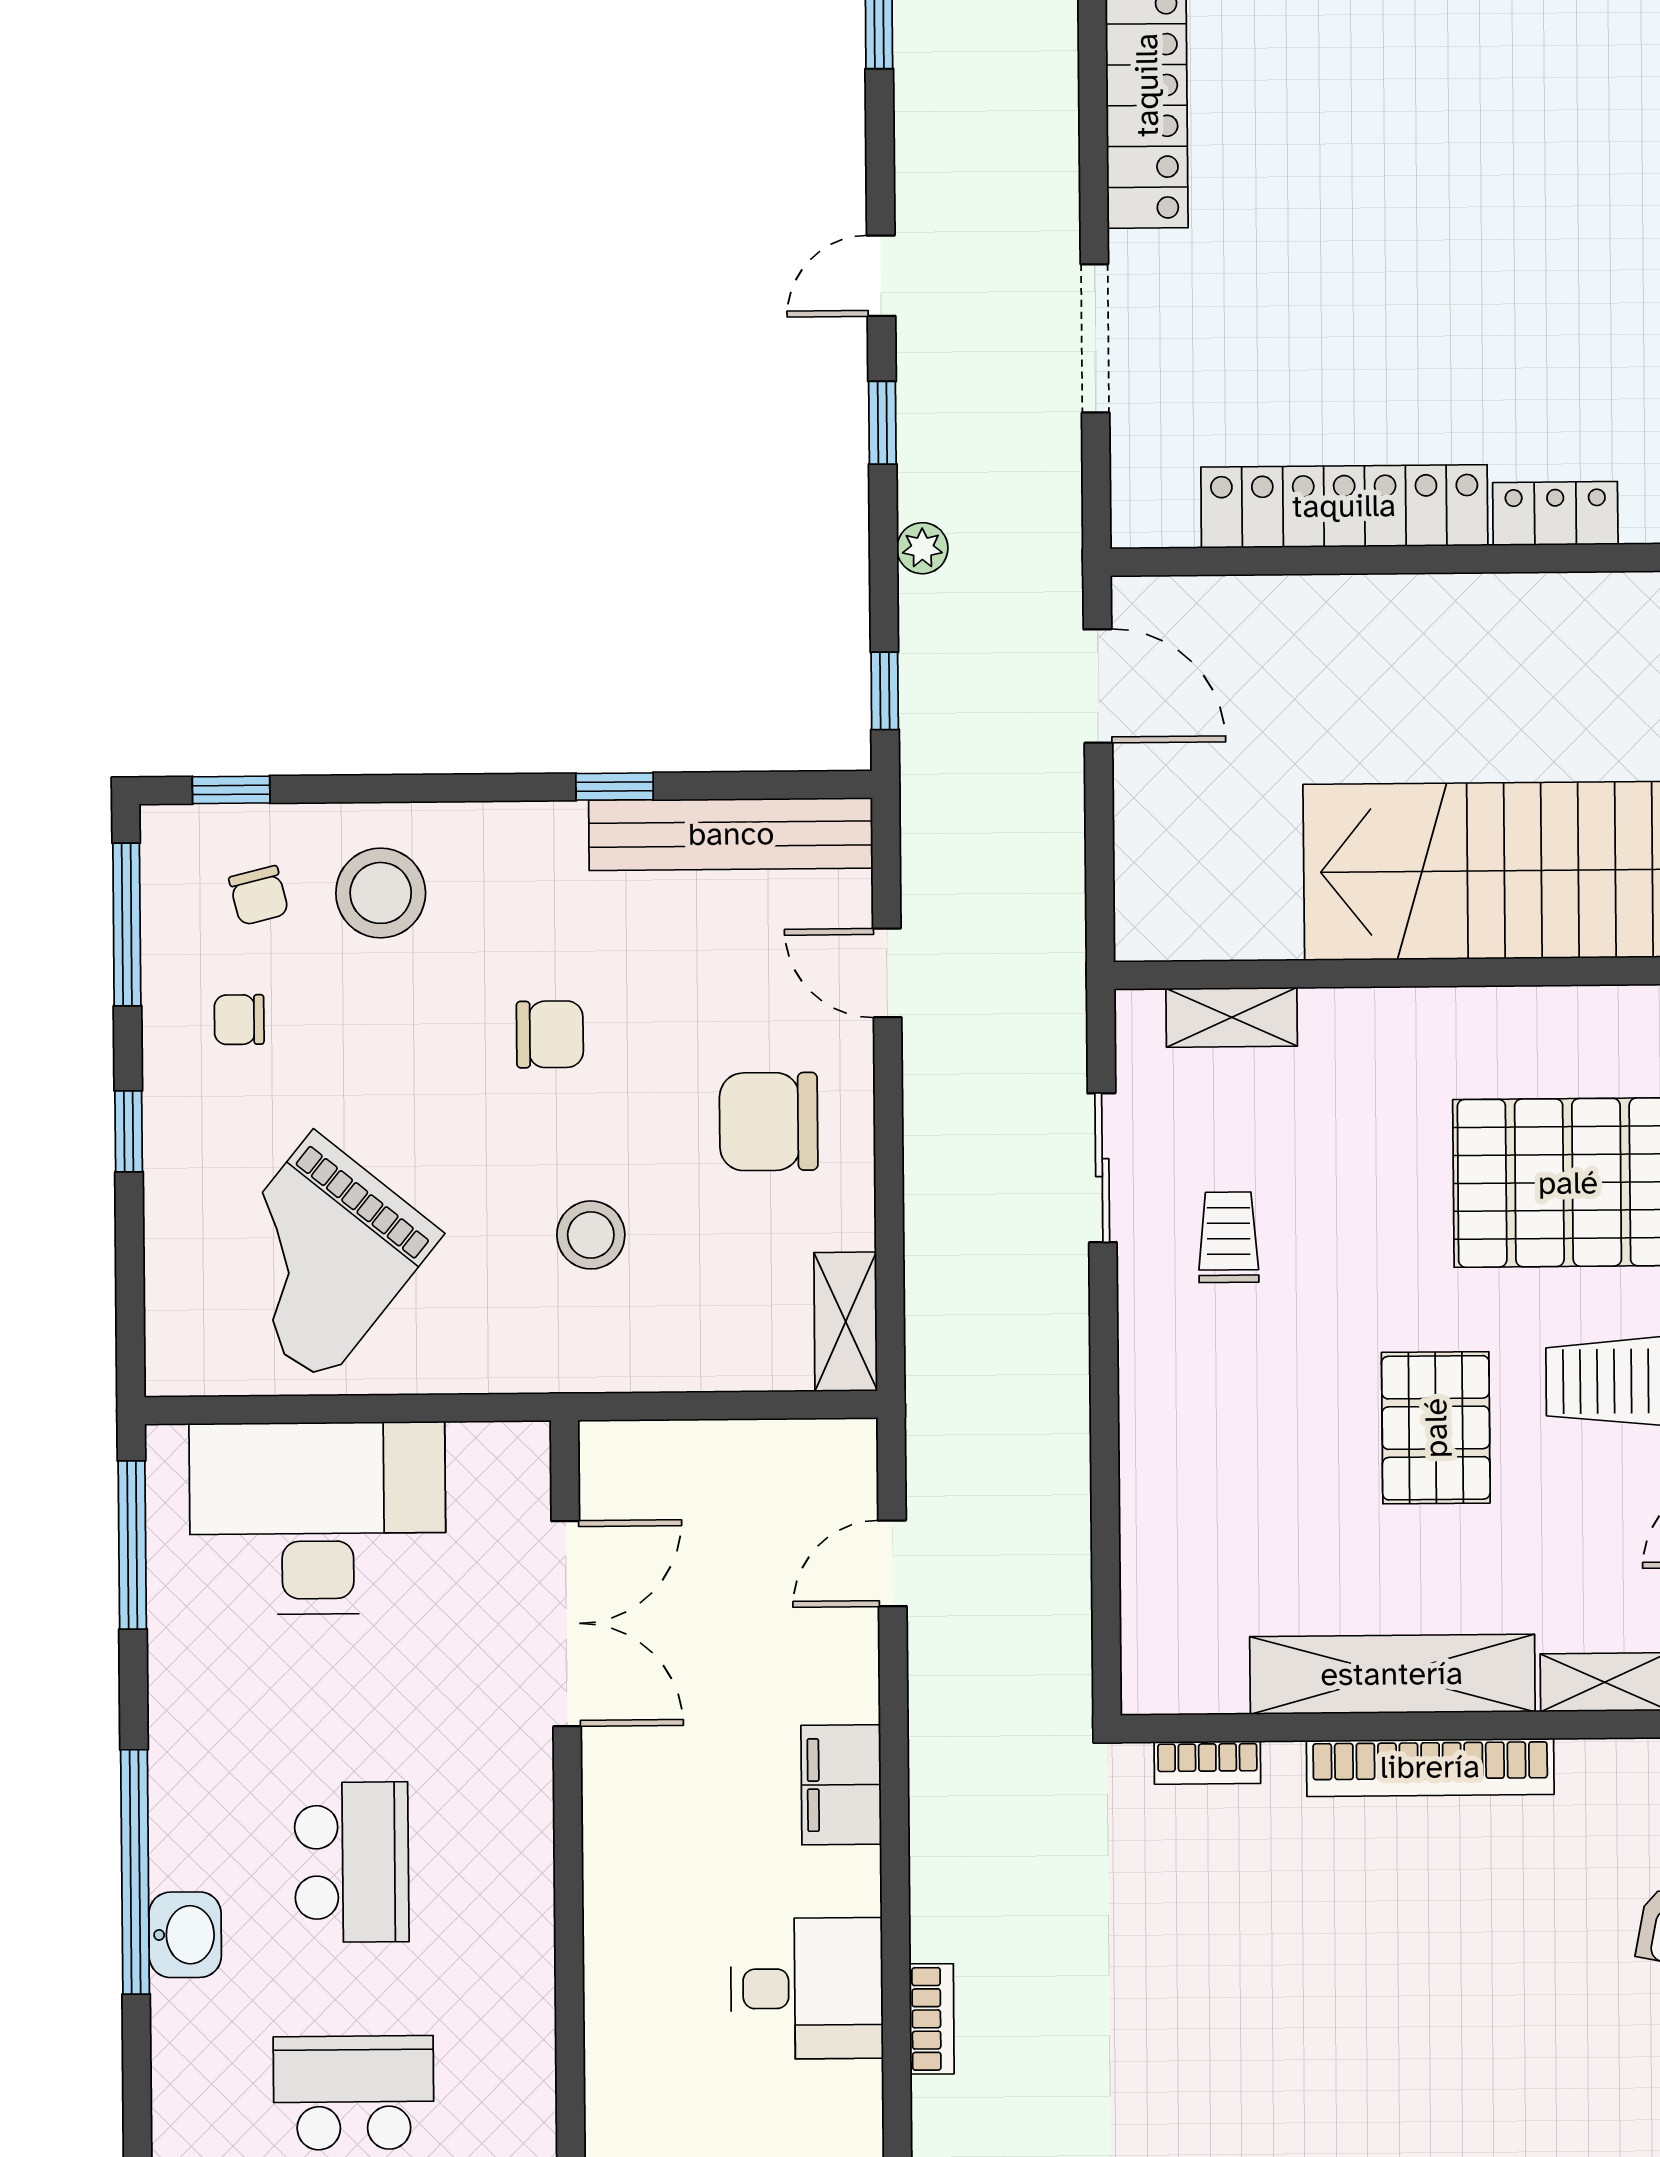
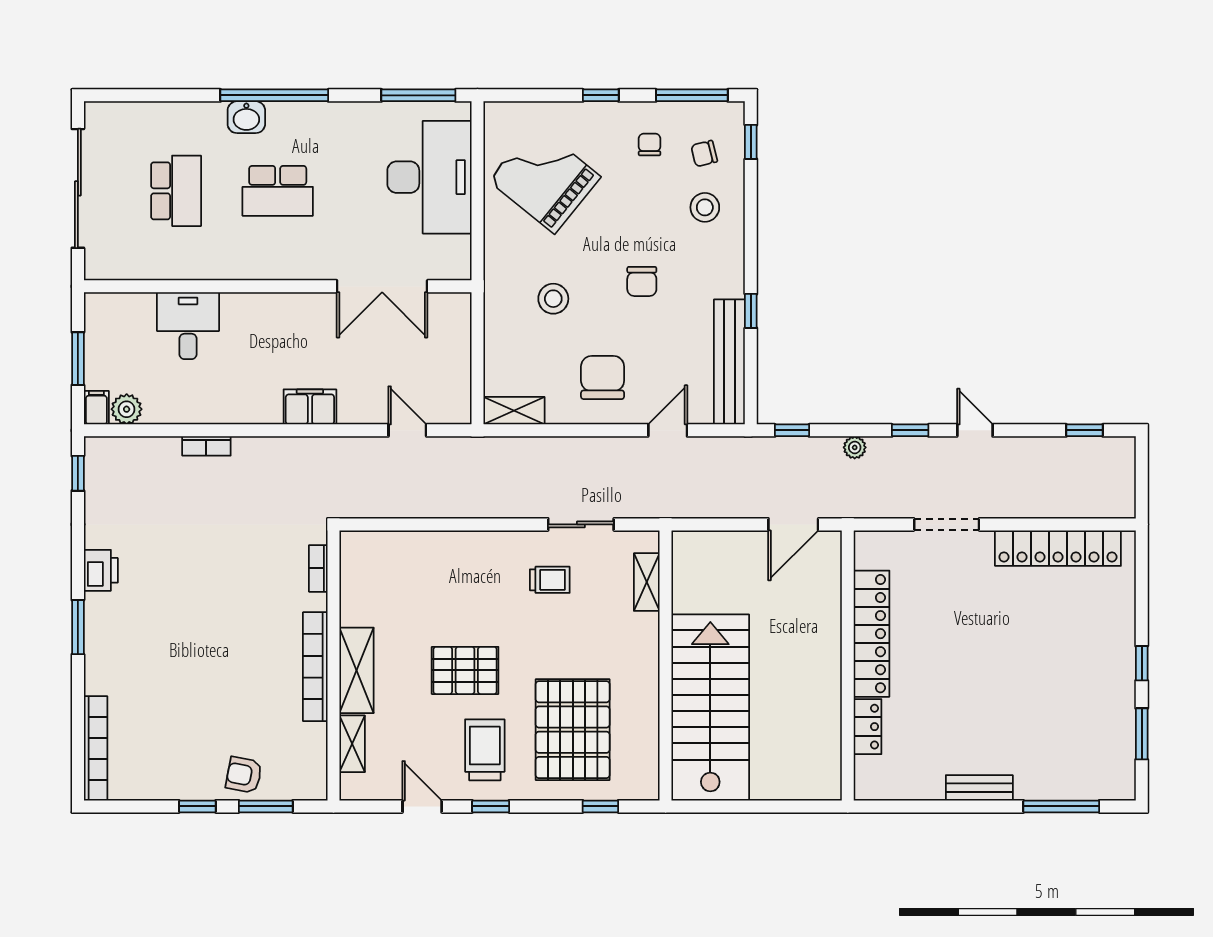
stool: (381, 893) -> (705, 207), width x0.73, depth x0.73
shelving: (1392, 1674) -> (357, 670), width x0.68
desk: (807, 1988) -> (188, 326), moved, turned 180

